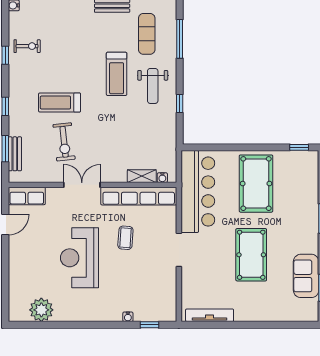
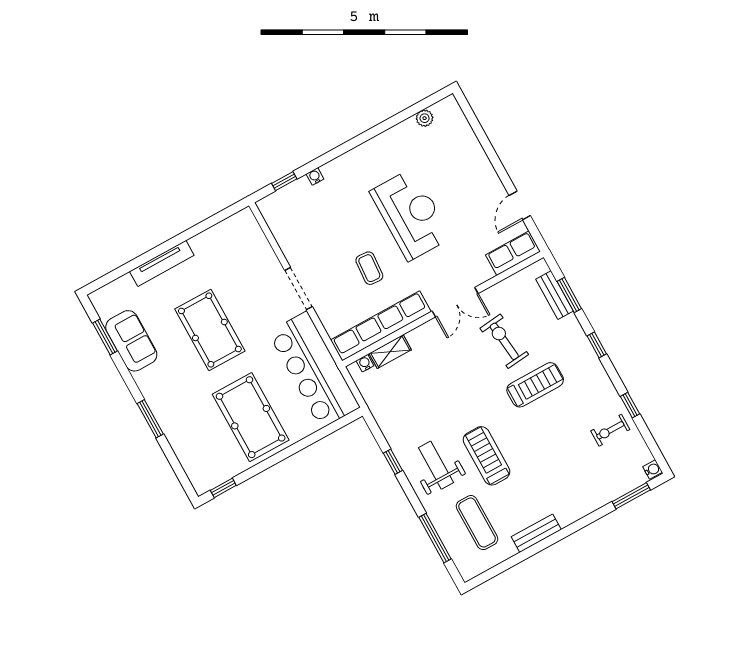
plant: (41, 310) -> (425, 118), width x0.53, depth x0.53
tv unit: (210, 315) -> (162, 263), moved

